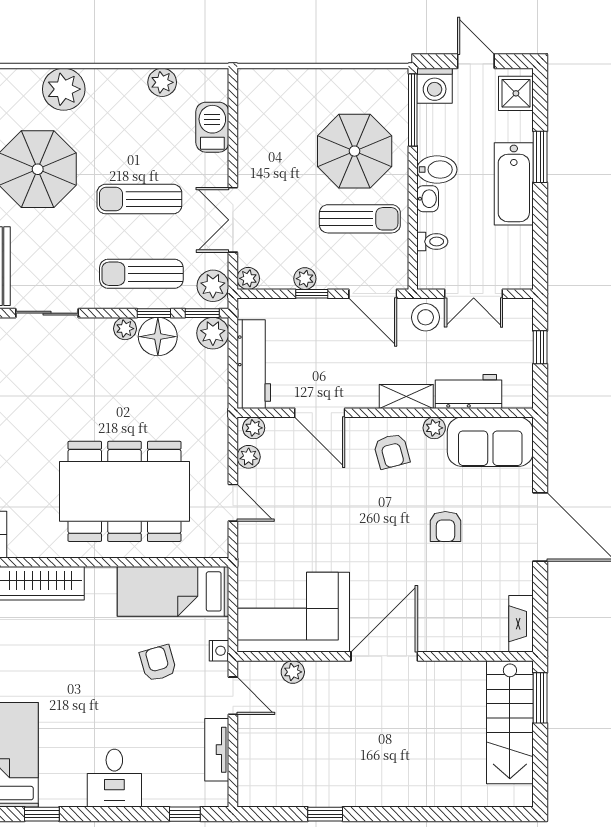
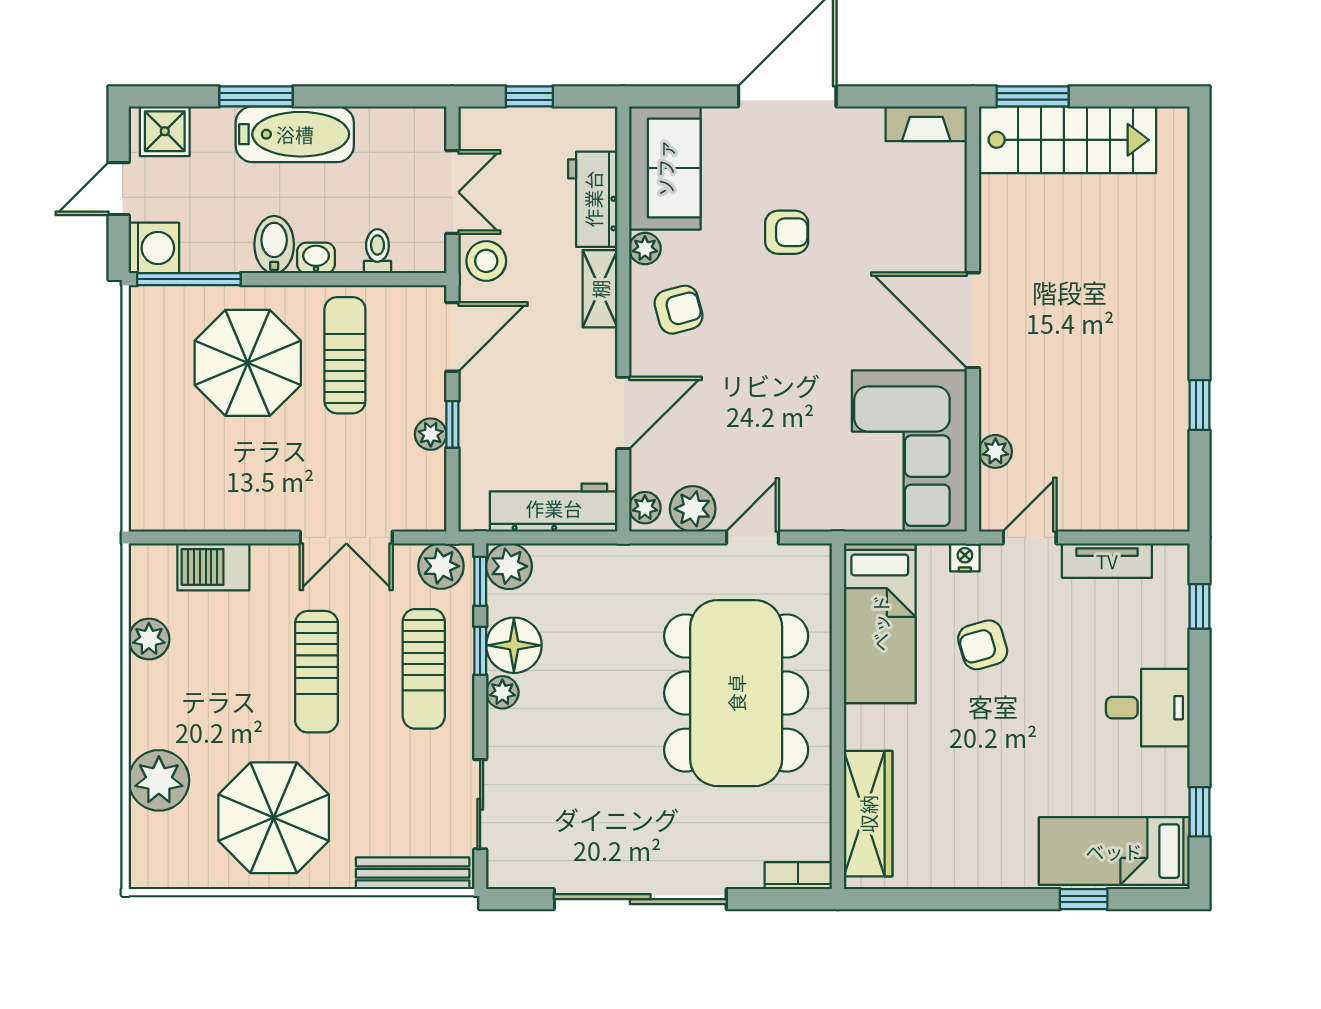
plant: (248, 278) -> (430, 516), removed
plant: (249, 457) -> (693, 509), width x1.38, depth x1.38

